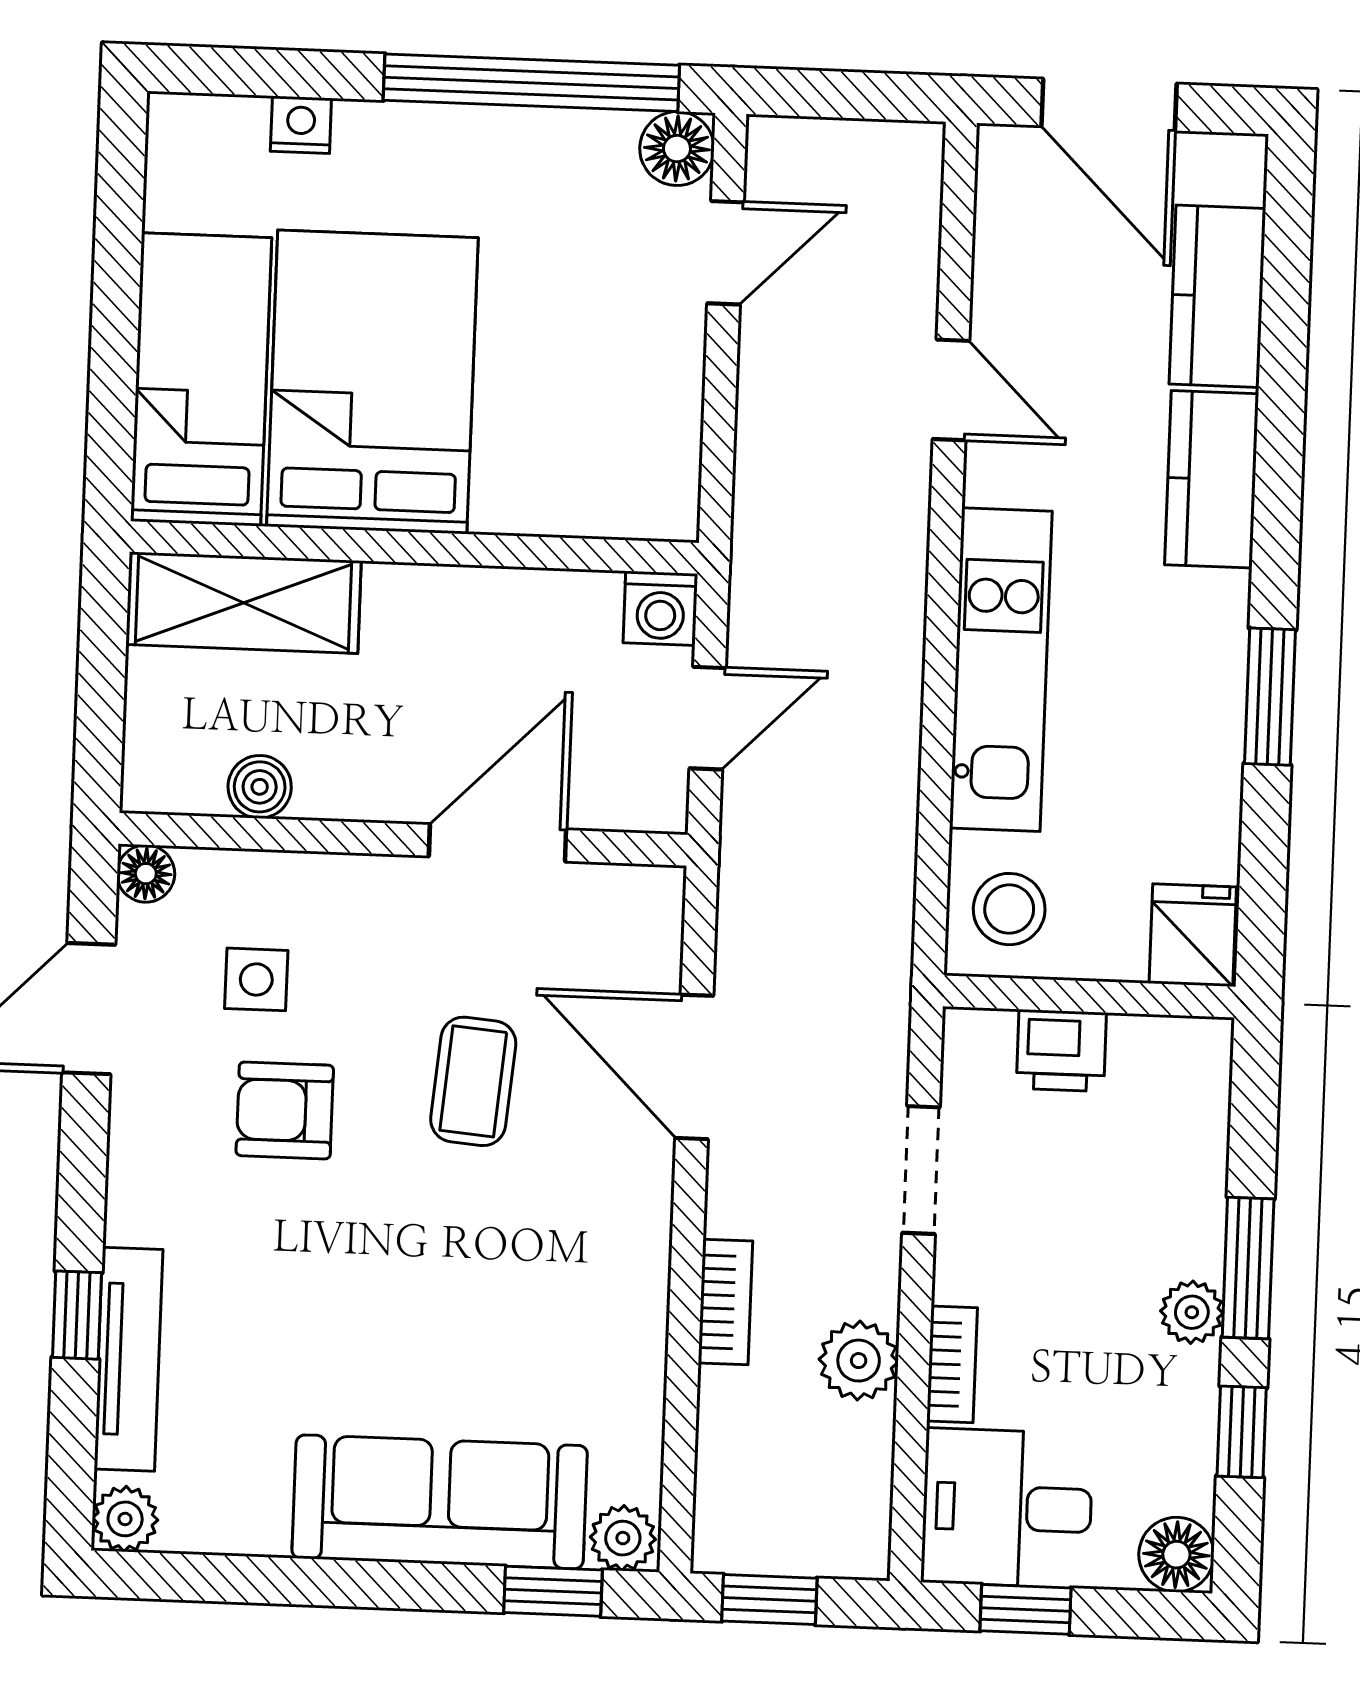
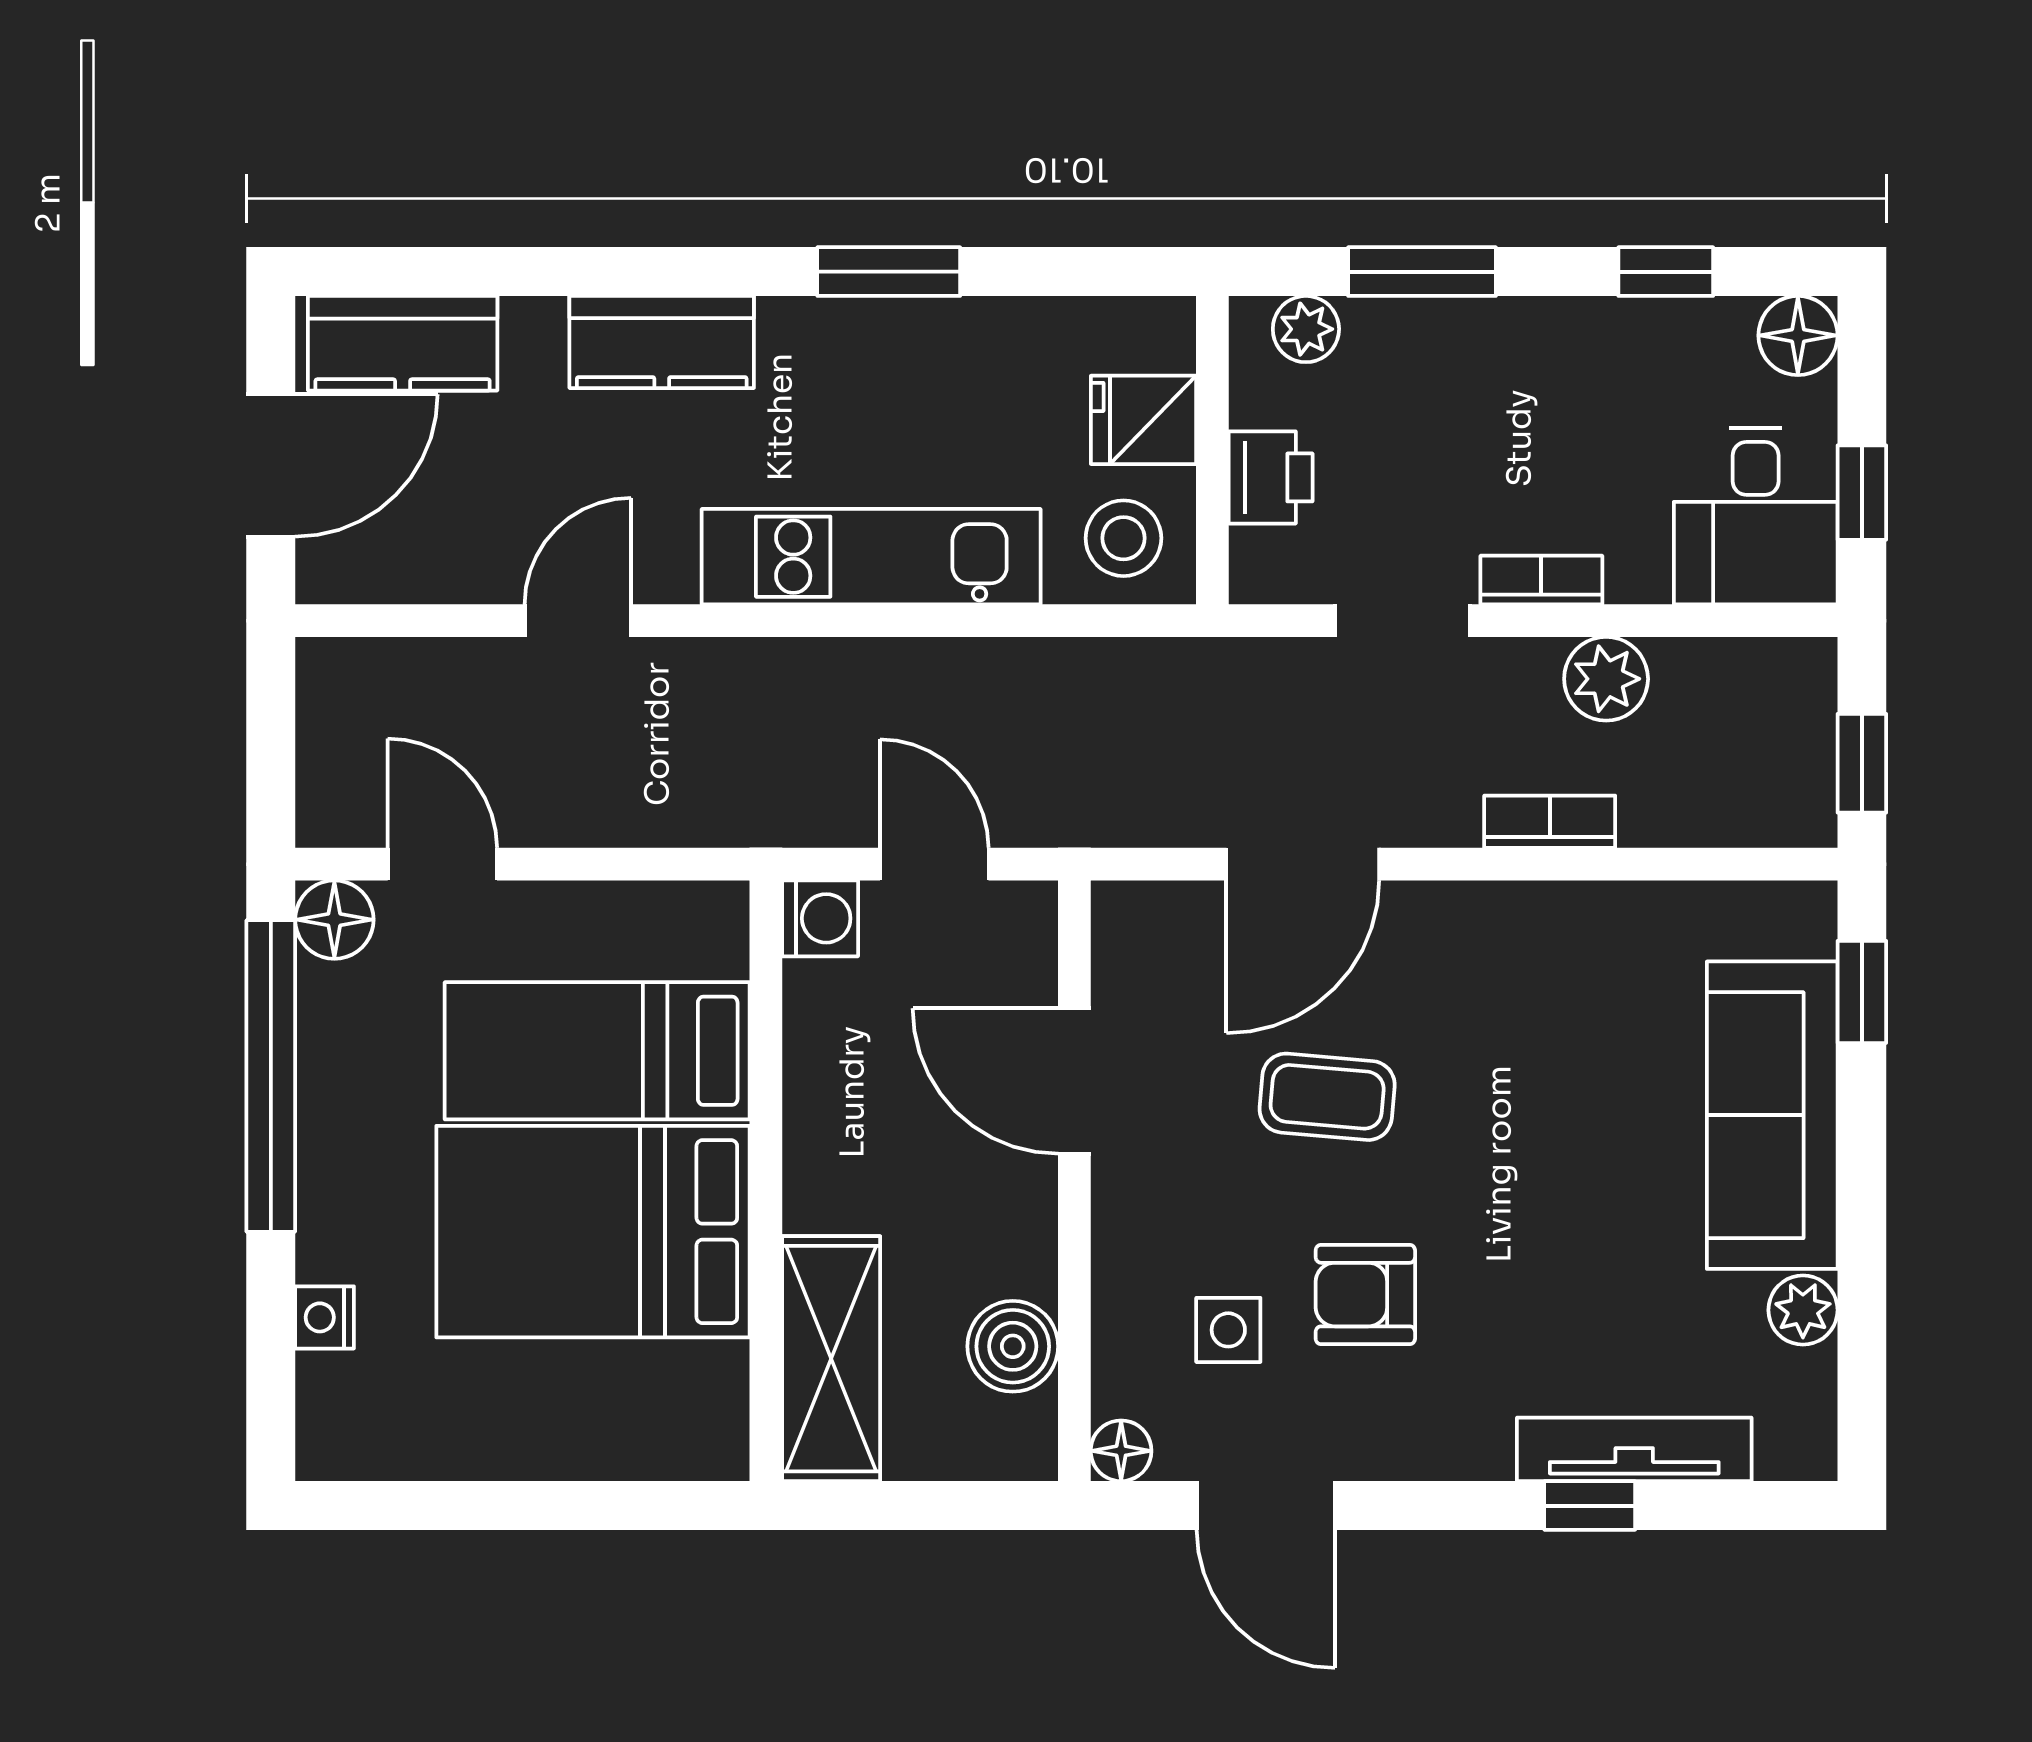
kitchen counter: (1217, 296) -> (403, 343), moved
bed: (201, 379) -> (597, 1051), moved
boiler: (260, 787) -> (1013, 1346), width x1.36, depth x1.36
fridge: (1193, 935) -> (1144, 420), moved
armchair: (285, 1110) -> (1365, 1295), turned 90
window: (1248, 1268) -> (1422, 272), moved
plant: (1192, 1312) -> (1306, 329), moved
bookcase: (952, 1364) -> (1541, 580), moved
plant: (125, 1519) -> (1803, 1310), moved
plant: (623, 1538) -> (1803, 920), removed

